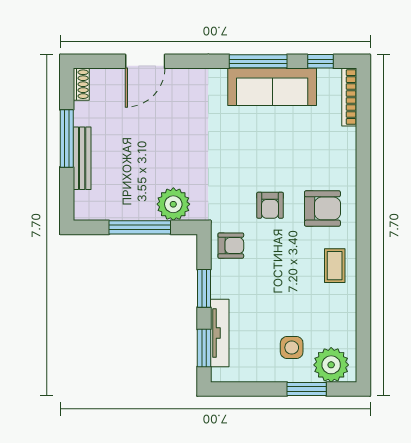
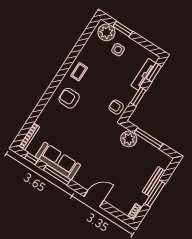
door: (145, 61) -> (94, 199), moved
armchair: (270, 205) -> (90, 113), removed

